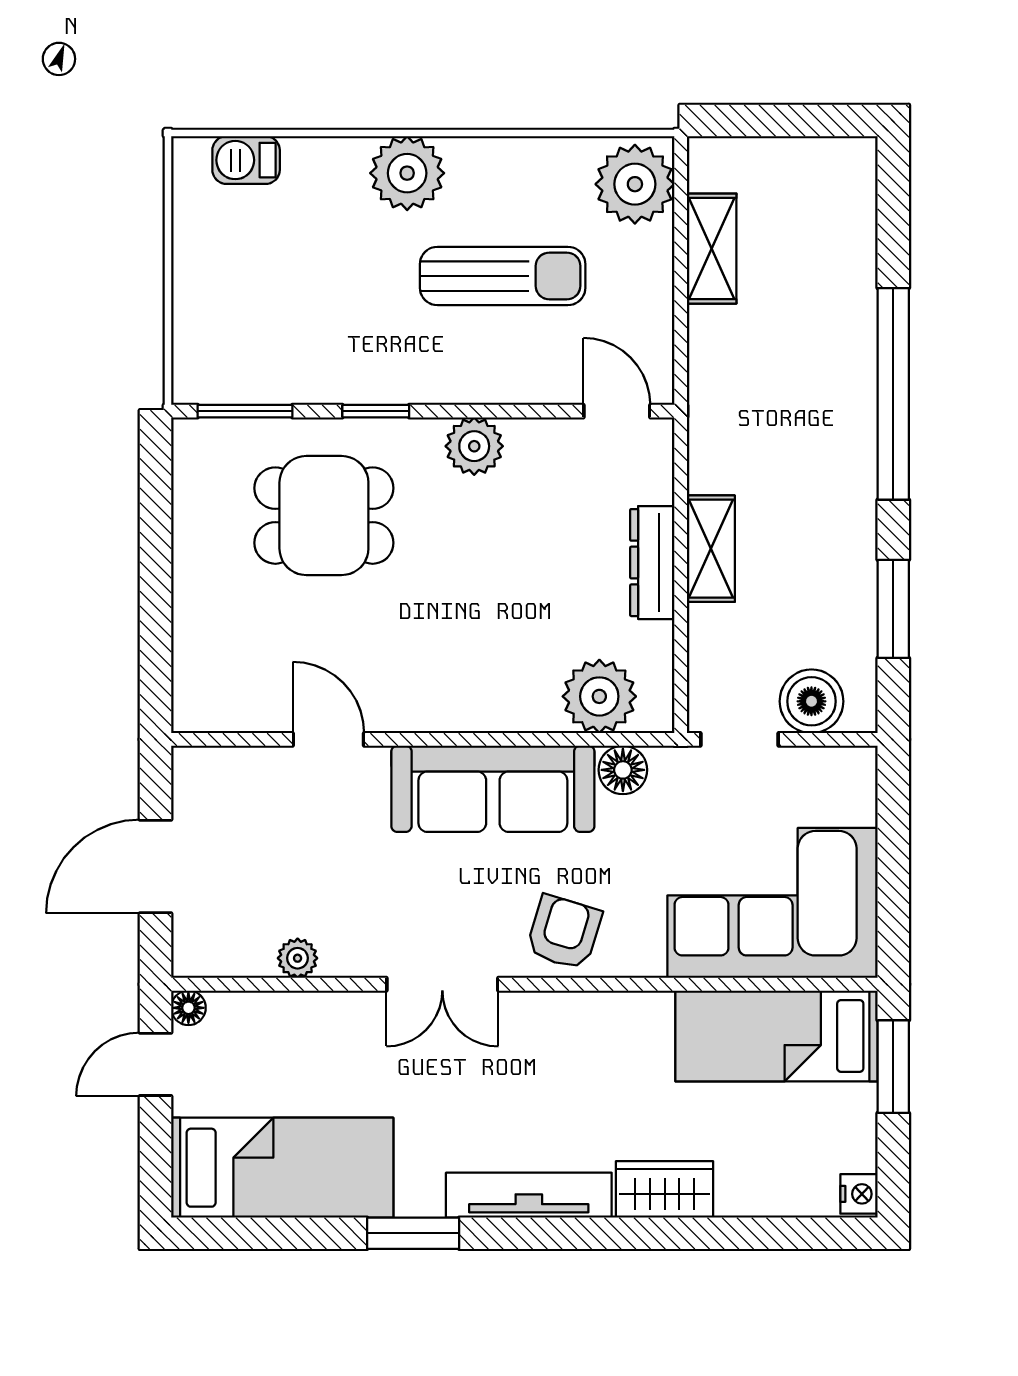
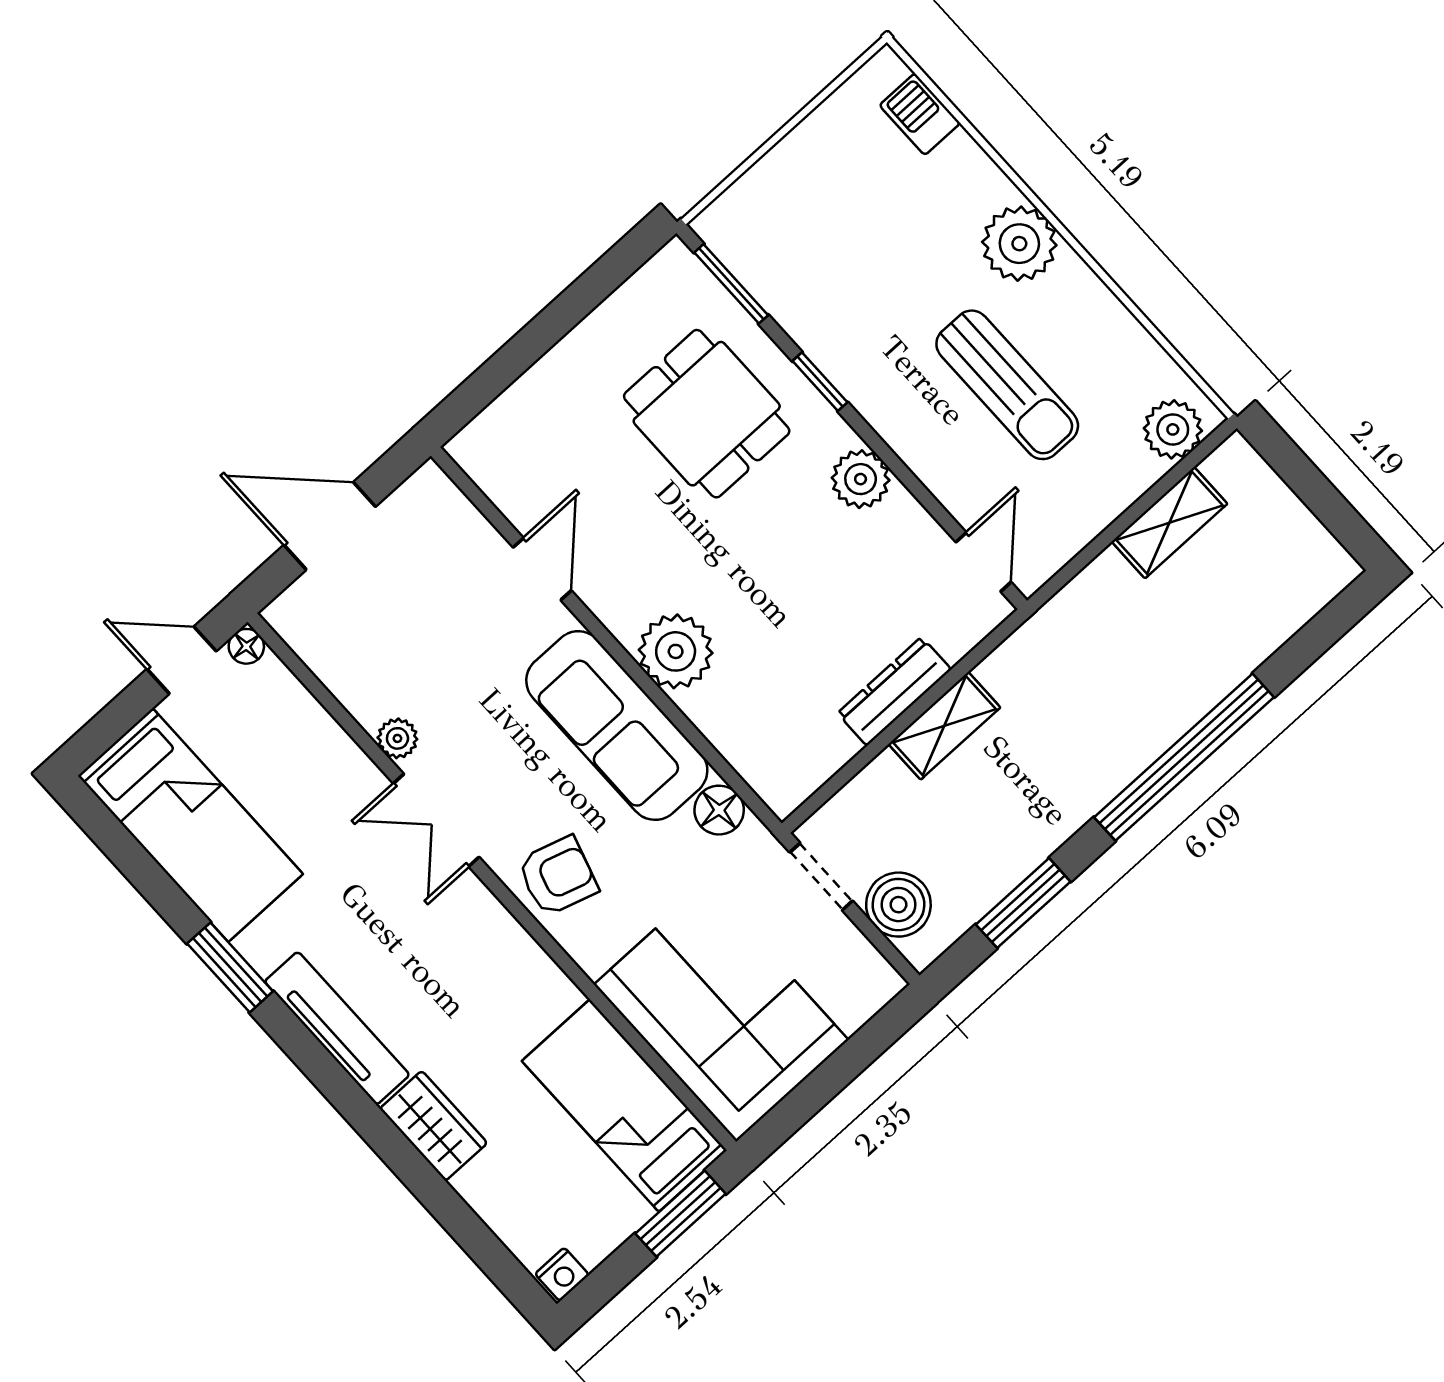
plant: (635, 184) -> (1173, 429), width x0.73, depth x0.73
plant: (599, 696) -> (676, 651), moved
plant: (298, 958) -> (397, 738), moved

